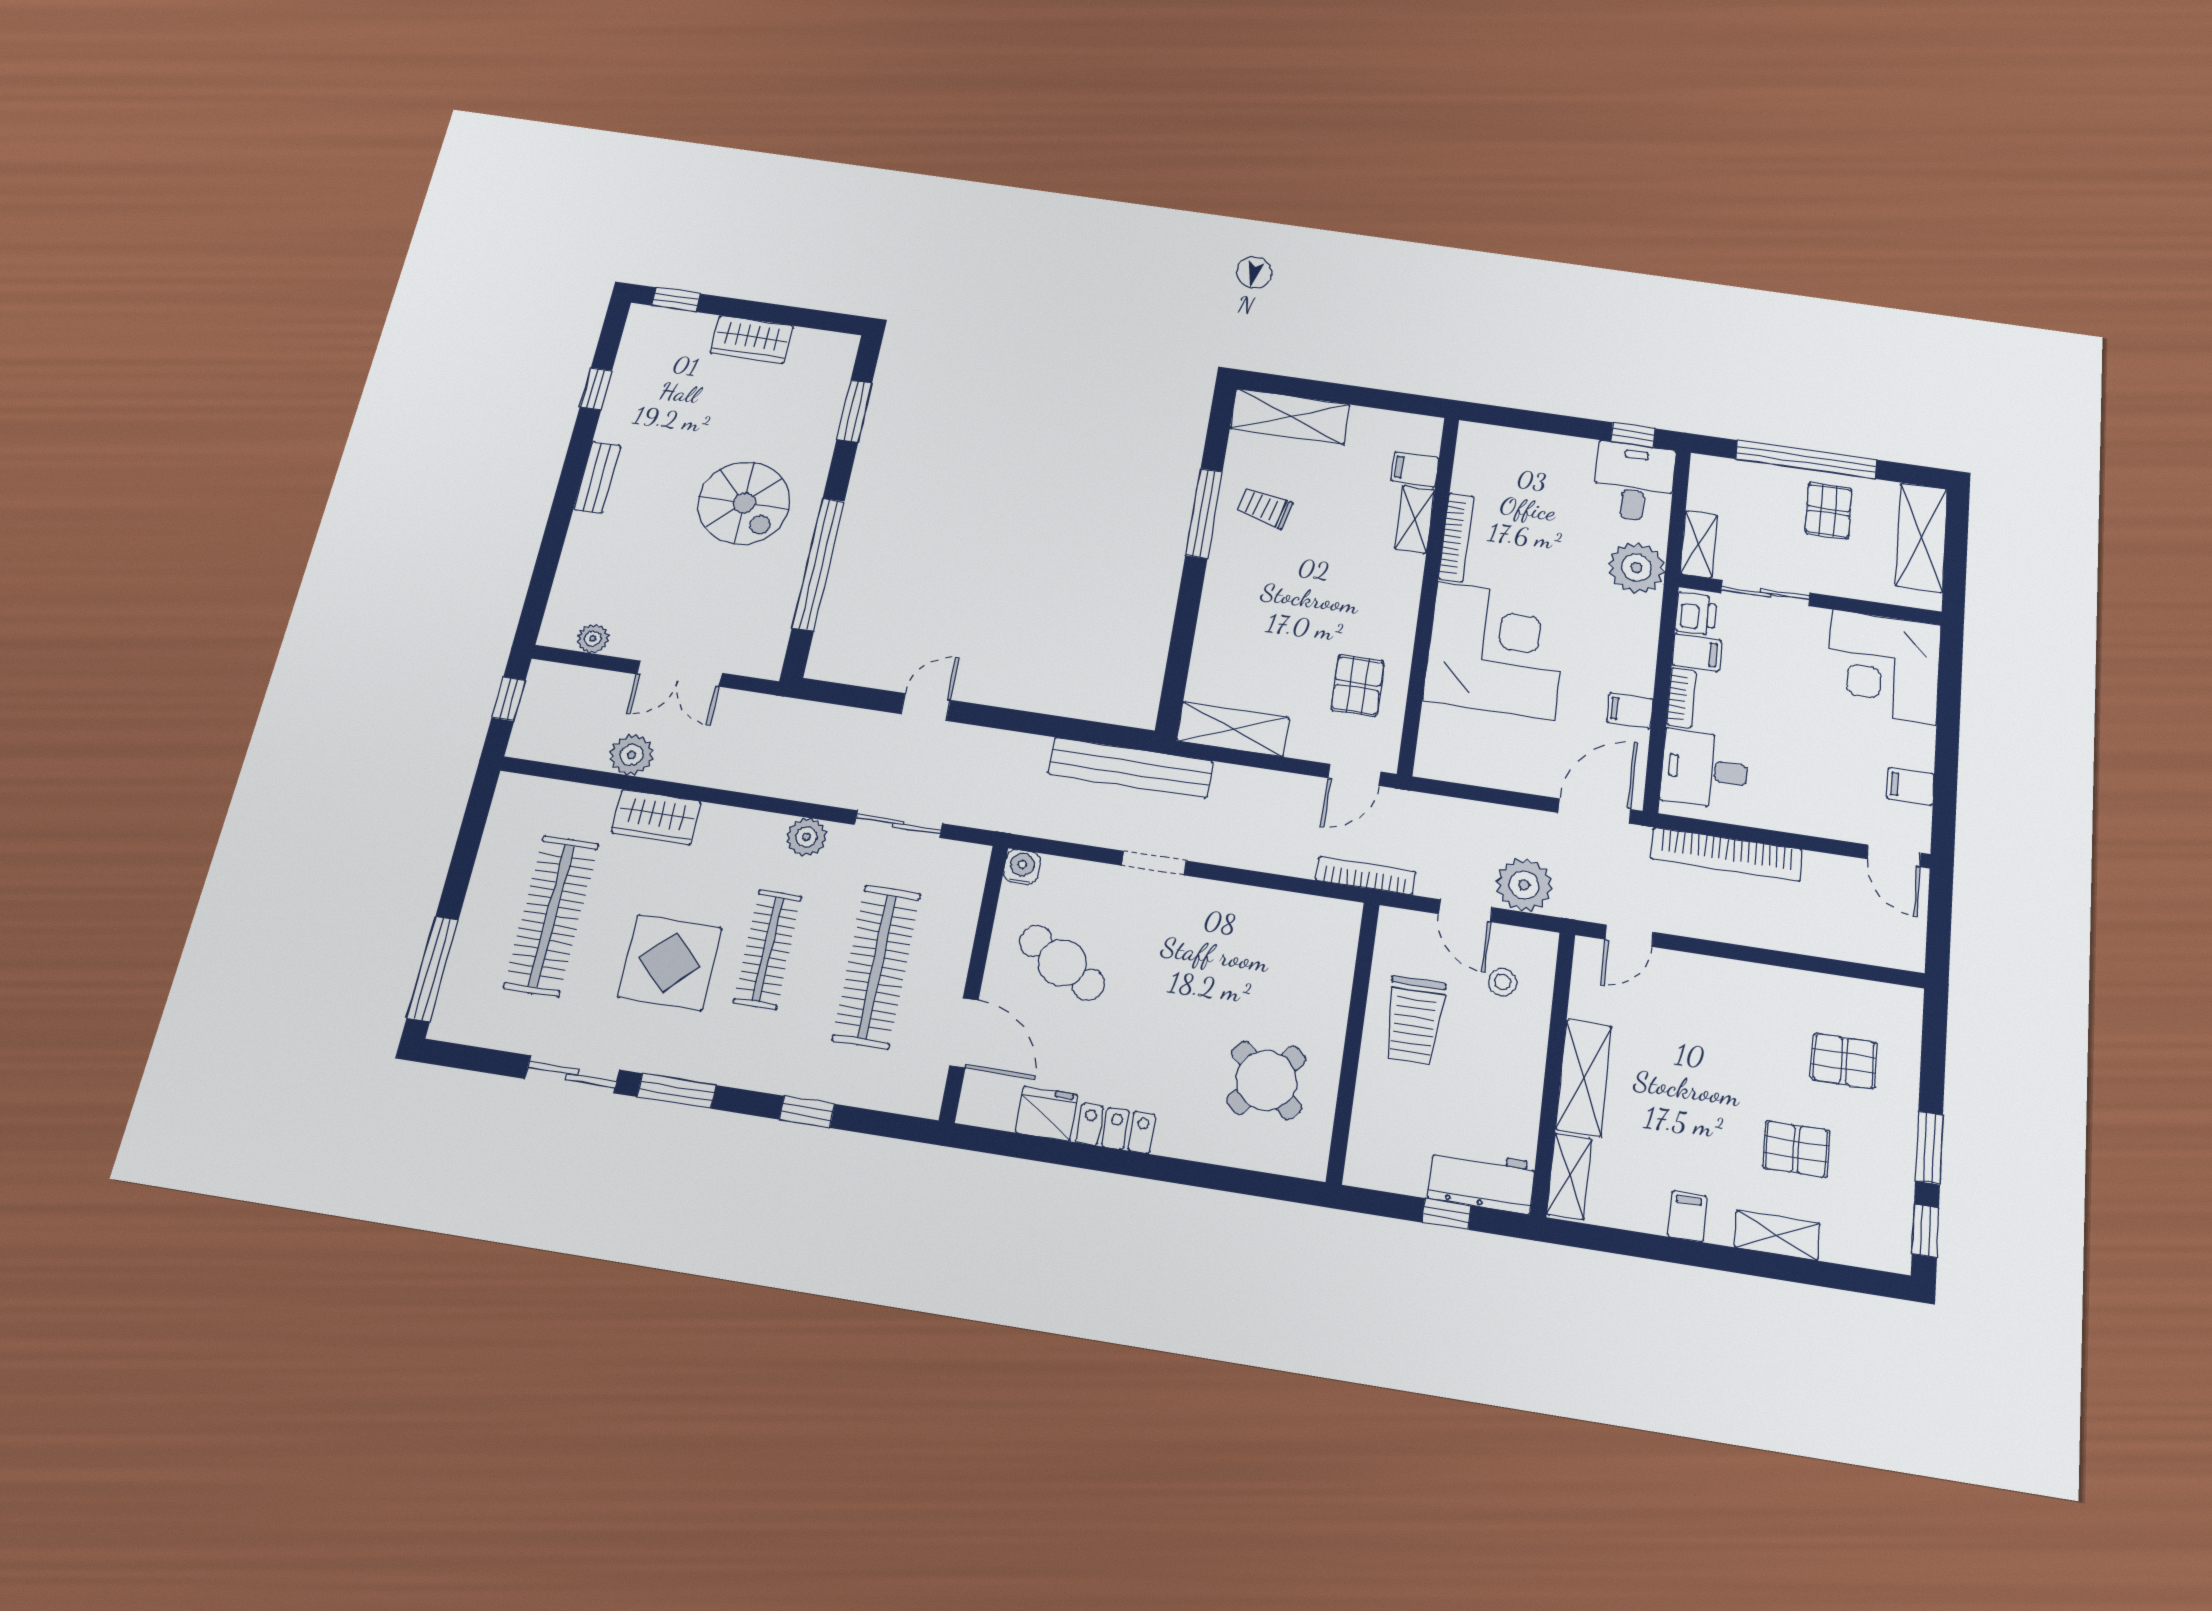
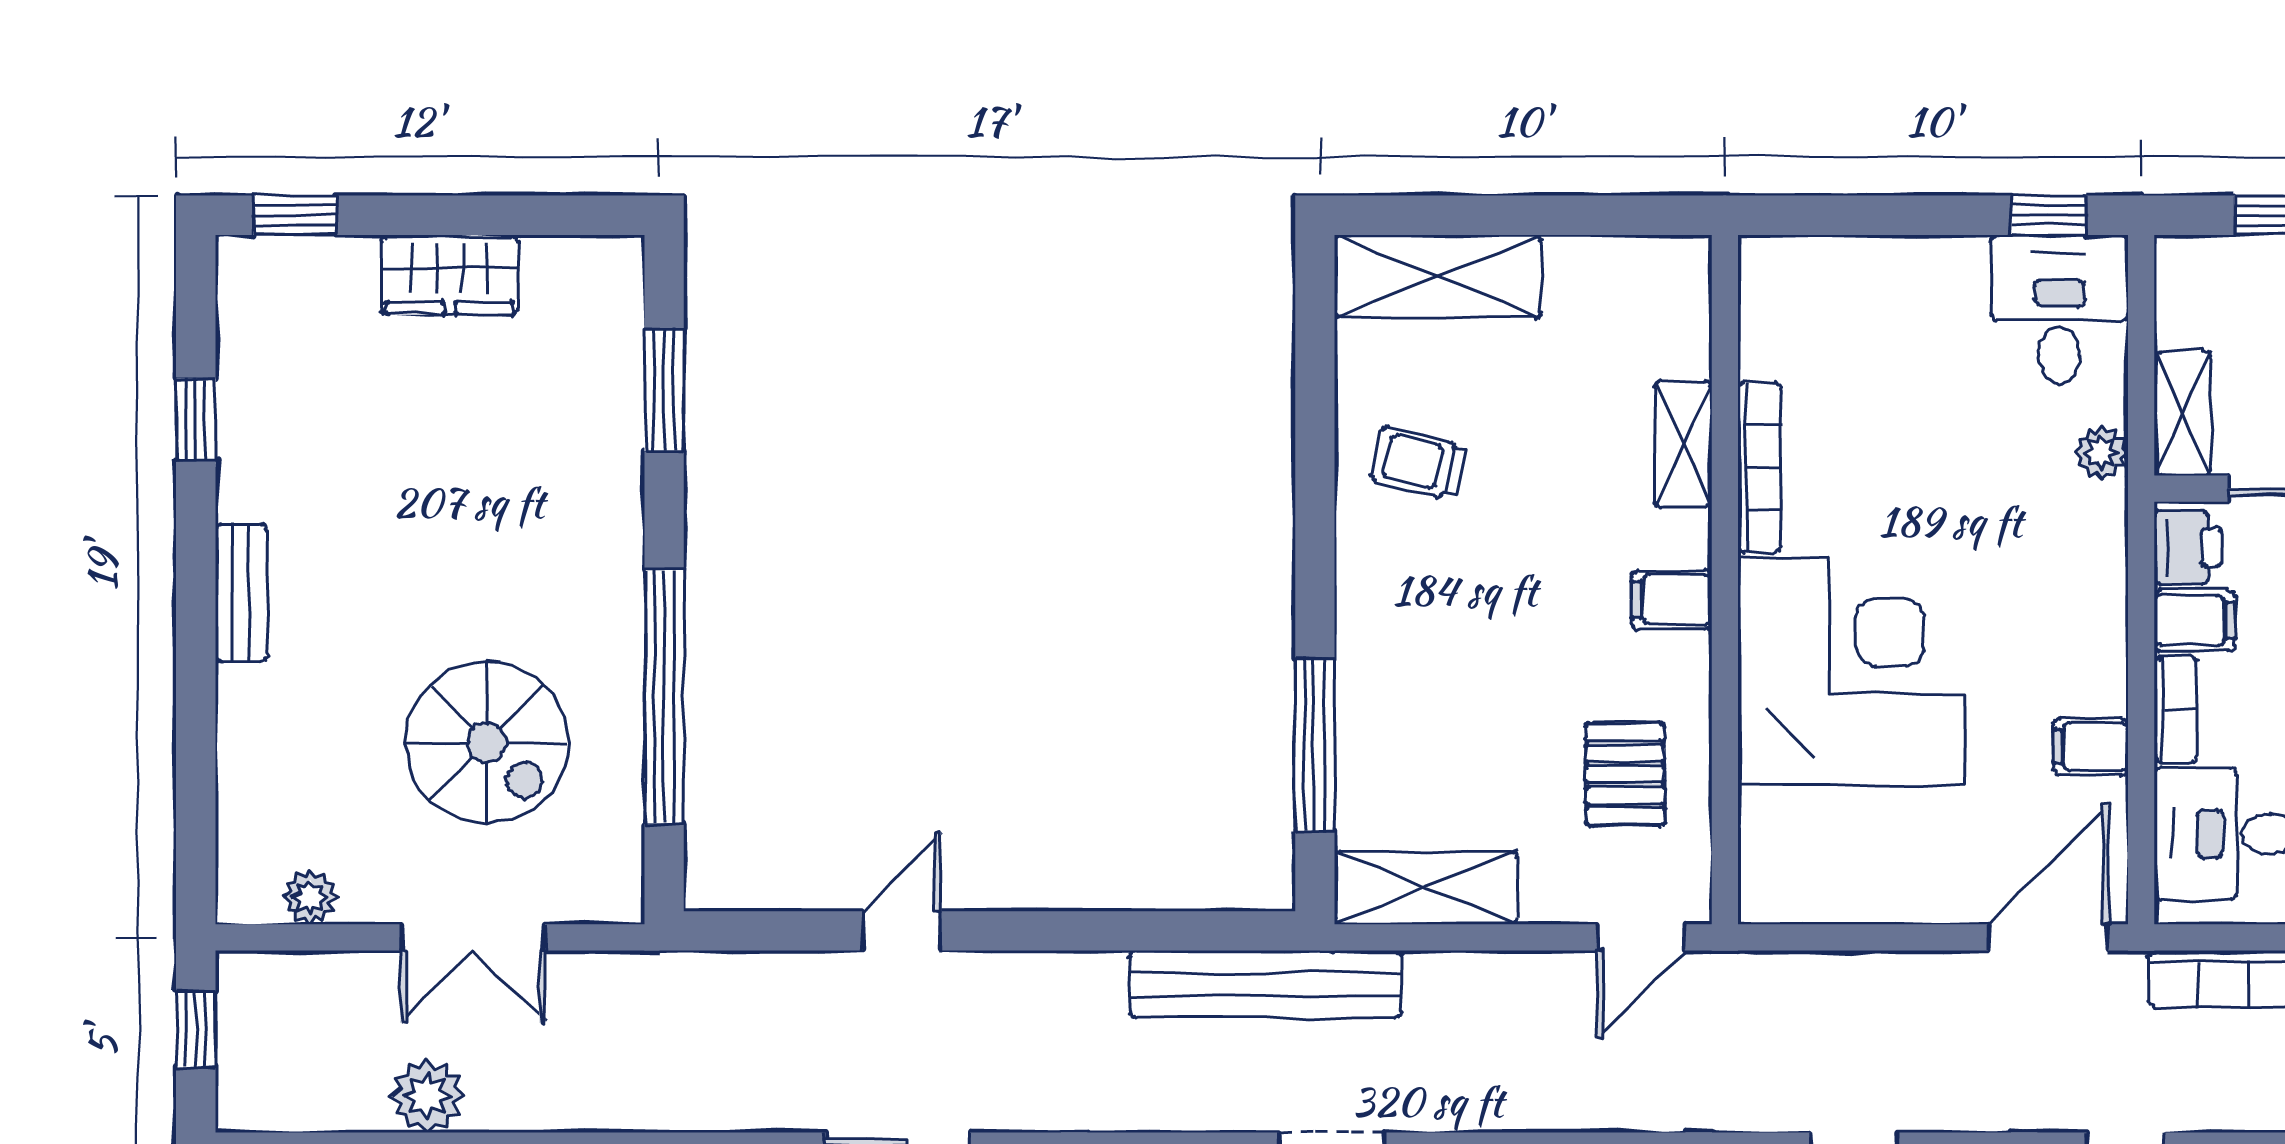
filing cabinet: (1415, 469) -> (1672, 600), moved
spiral stairs: (744, 503) -> (487, 743), moved
window: (1204, 513) -> (1315, 745), moved
plant: (1637, 568) -> (2102, 452), width x0.53, depth x0.53
bookcase: (1365, 876) -> (1682, 1112), removed
plant: (1524, 885) -> (1945, 1086), removed

